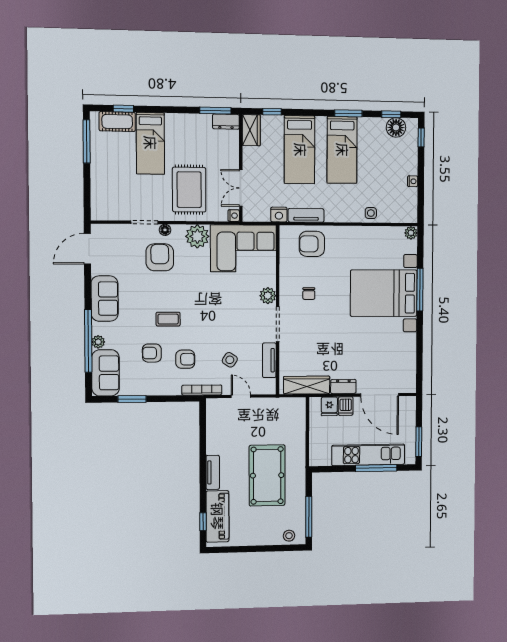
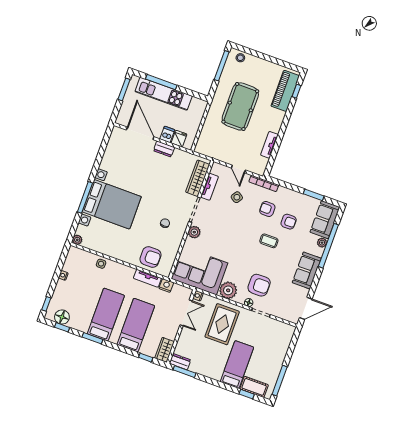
armchair: (160, 257) -> (259, 285), turned -90
wardrobe: (307, 385) -> (198, 178), moved, turned 90
tv unit: (213, 472) -> (269, 145), moved

